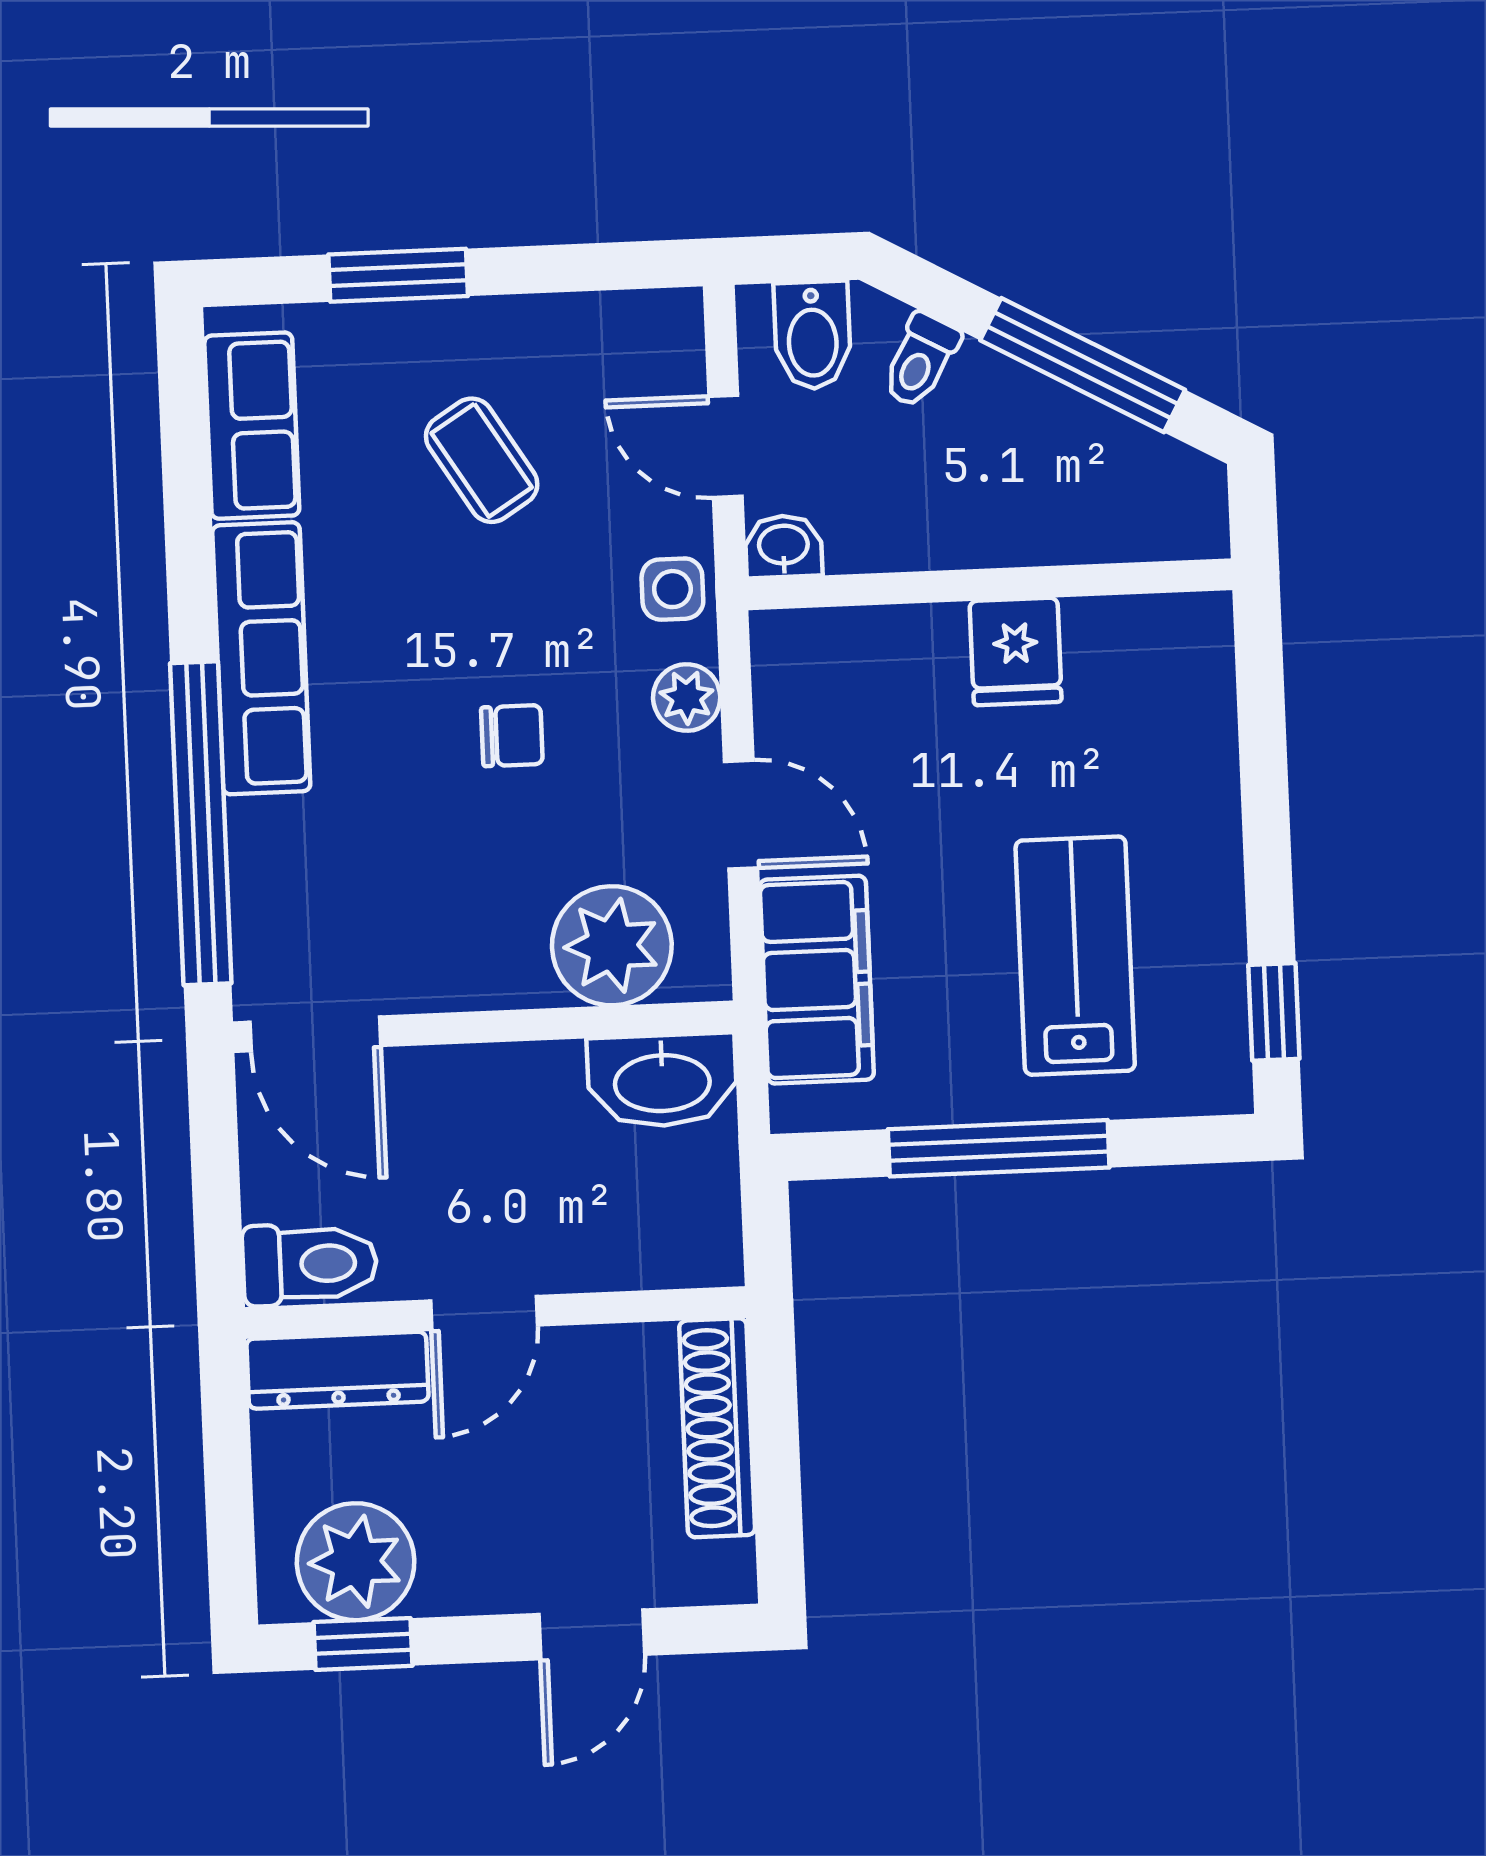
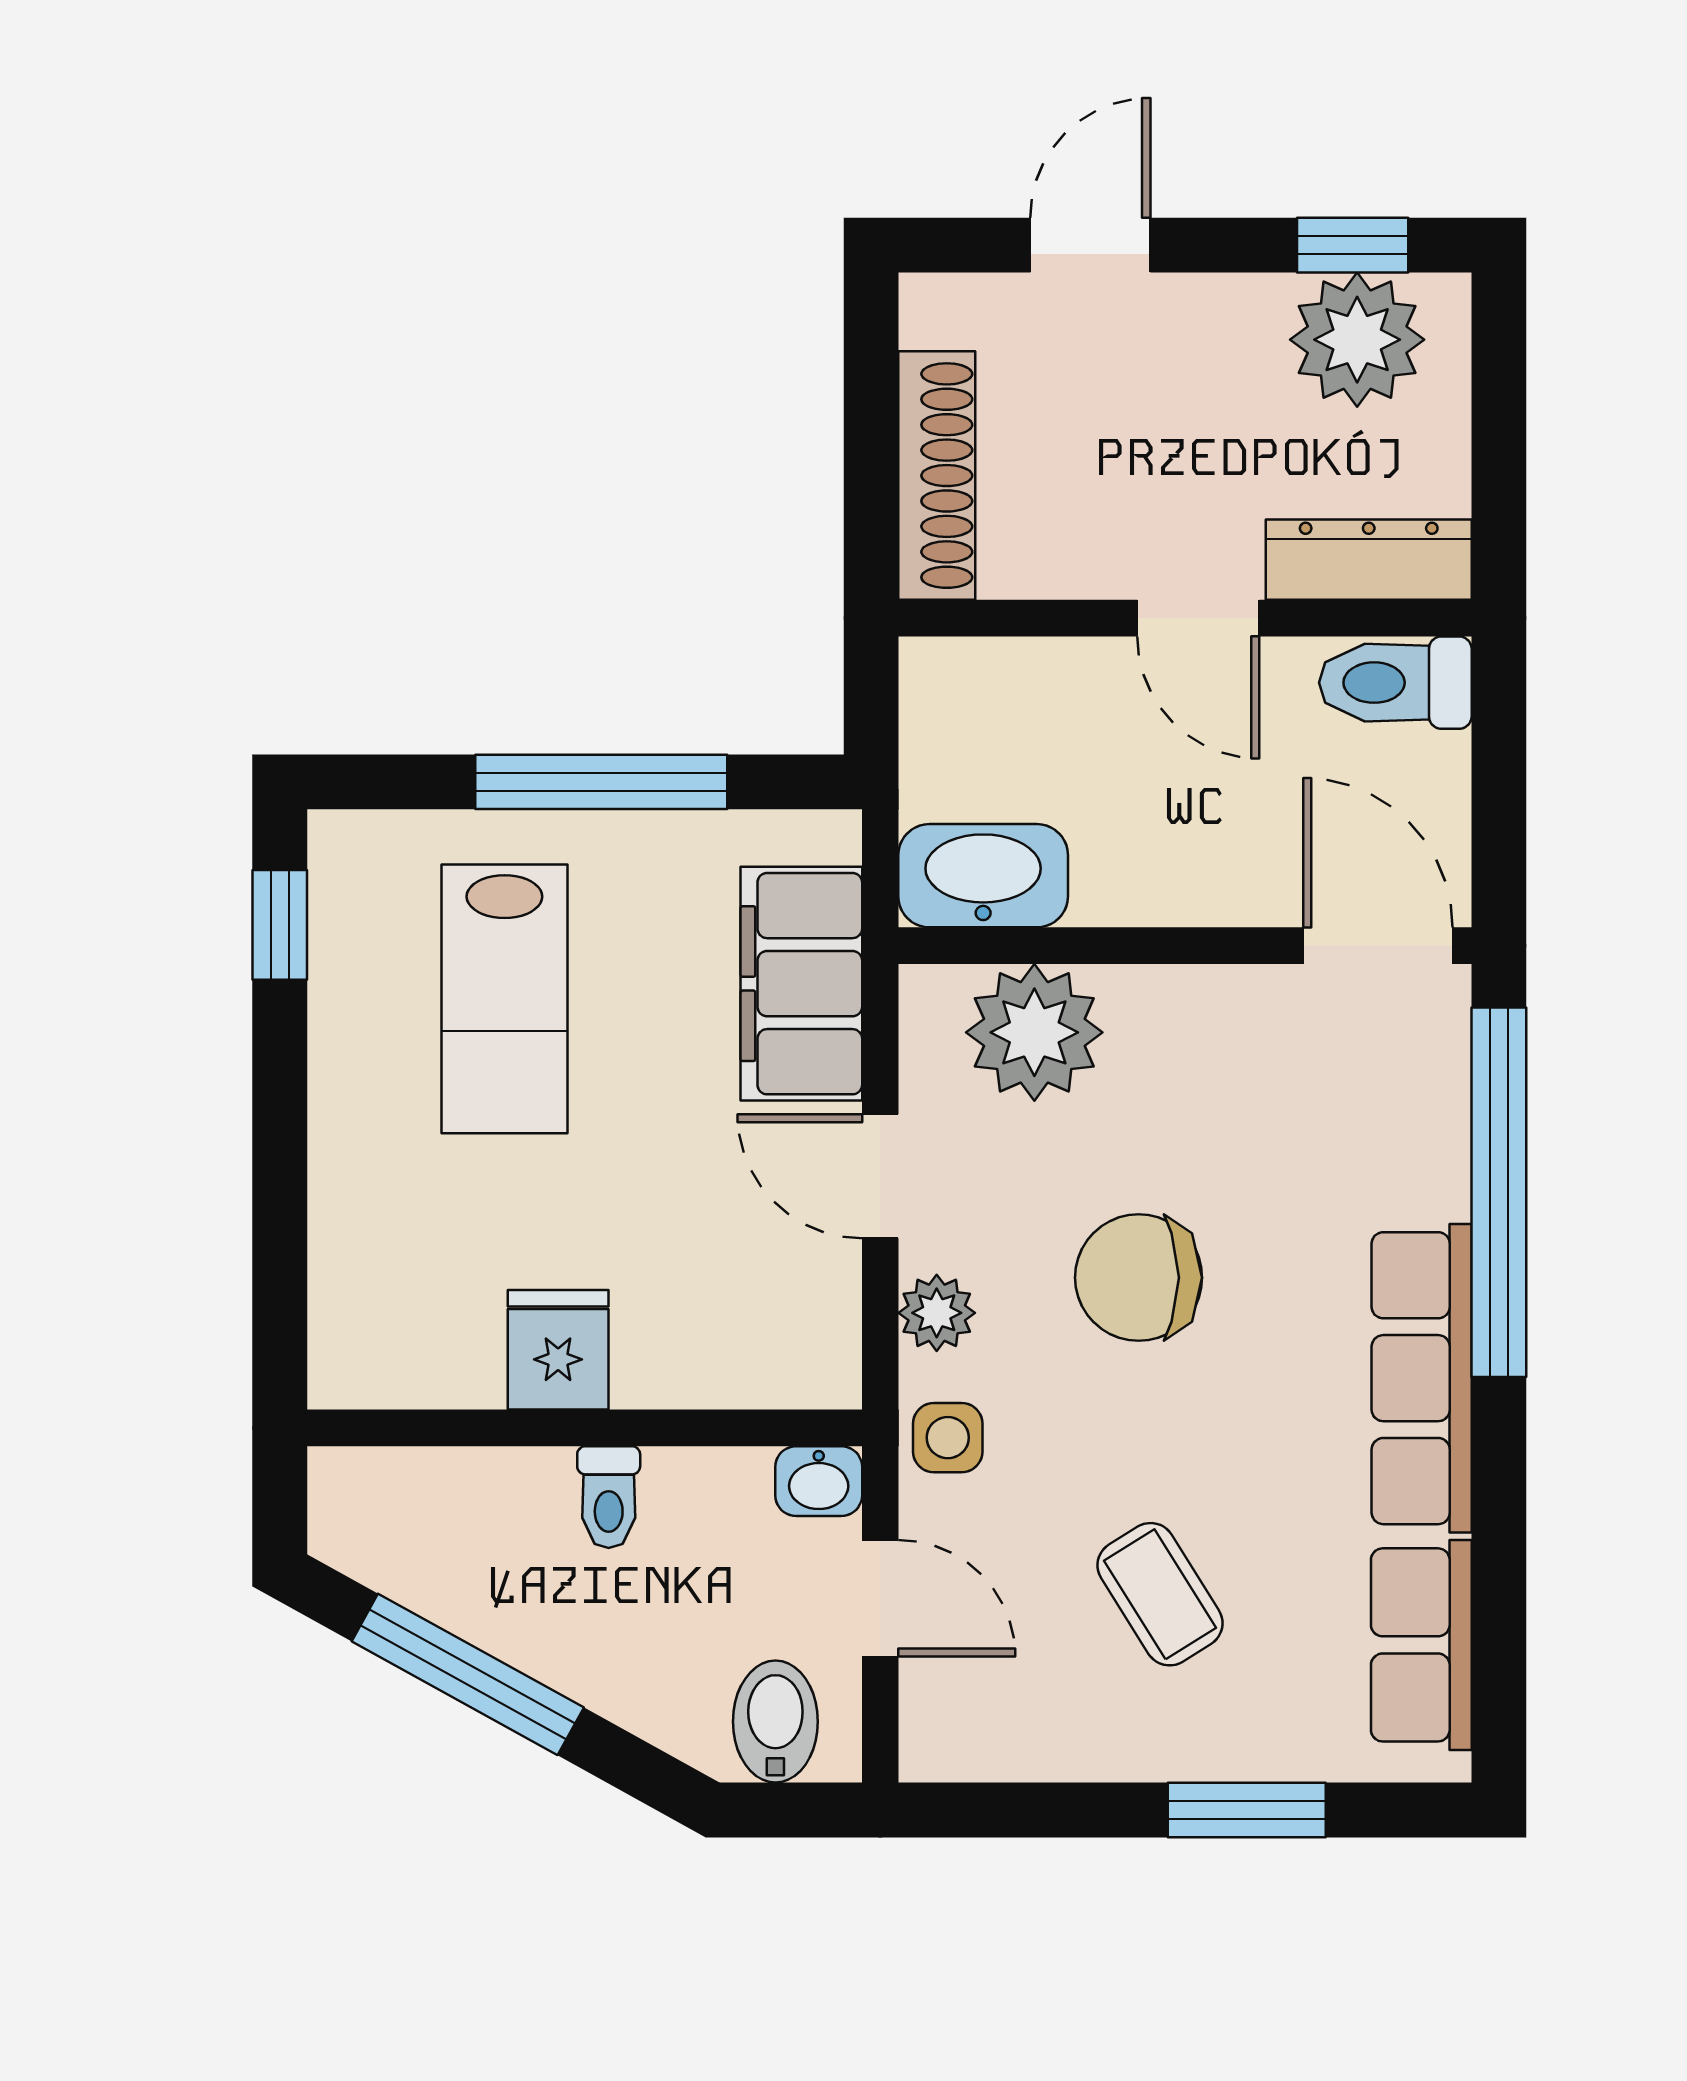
toilet: (920, 360) -> (609, 1497), moved, turned 151
chair: (512, 736) -> (1139, 1278), width x1.87, depth x1.87
door: (484, 1313) -> (1198, 618), swing flipped

